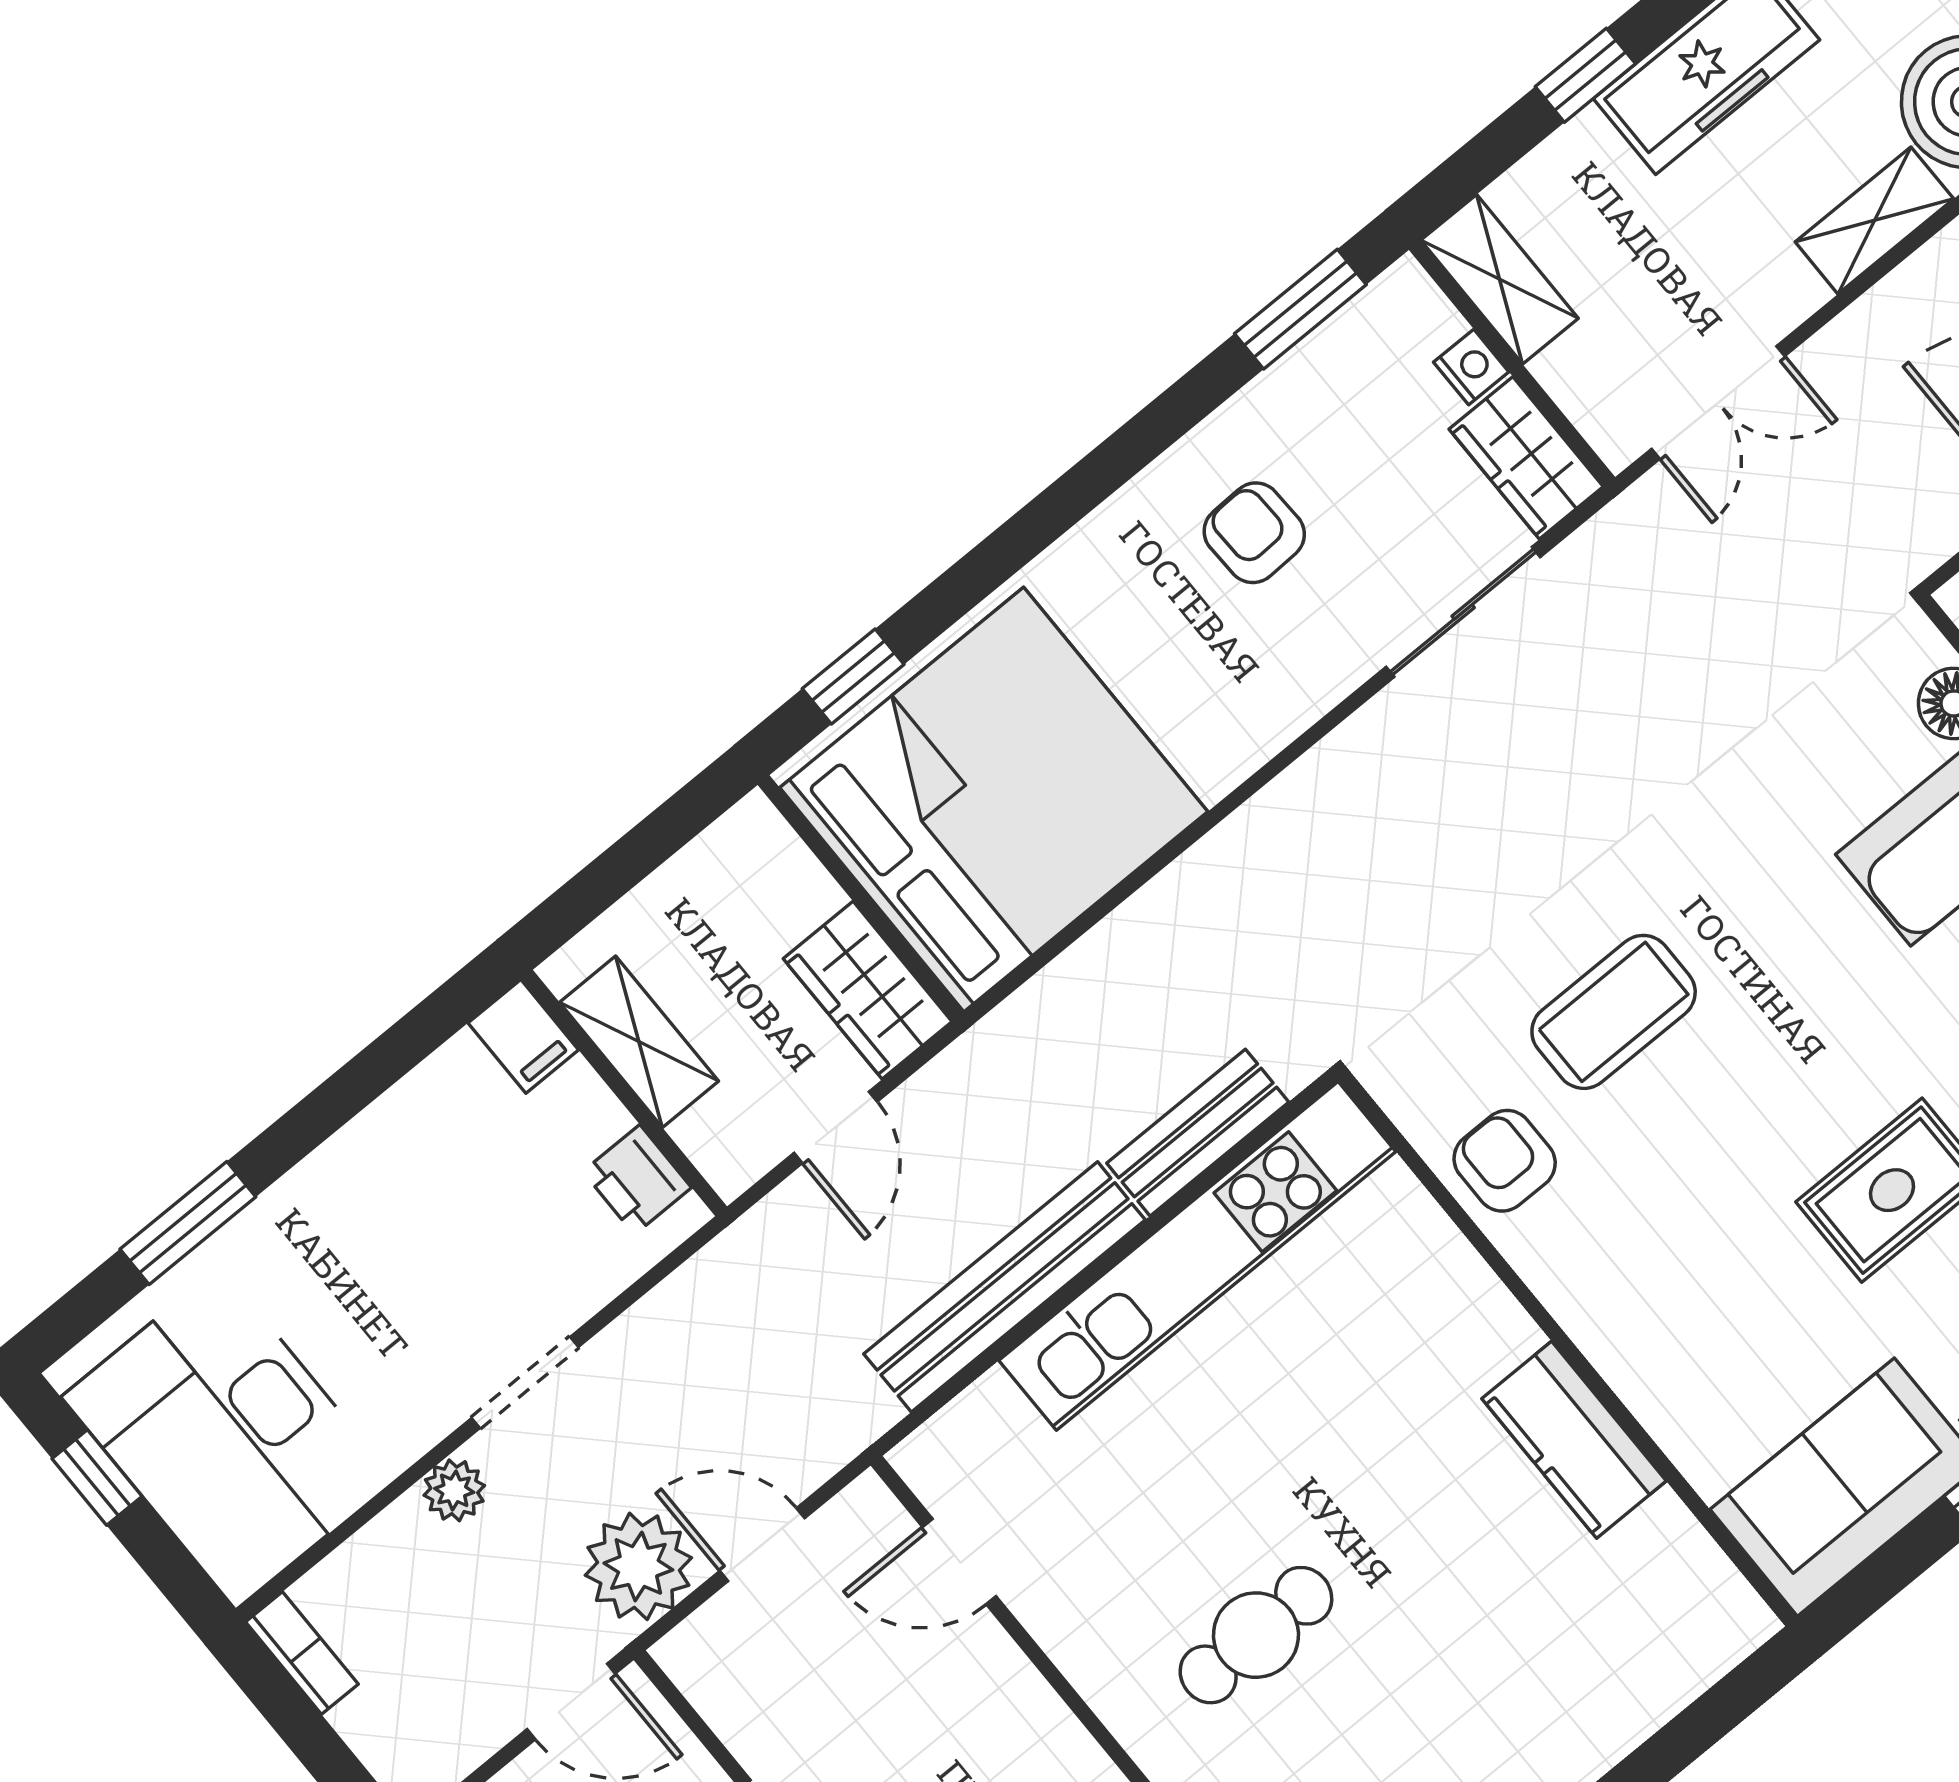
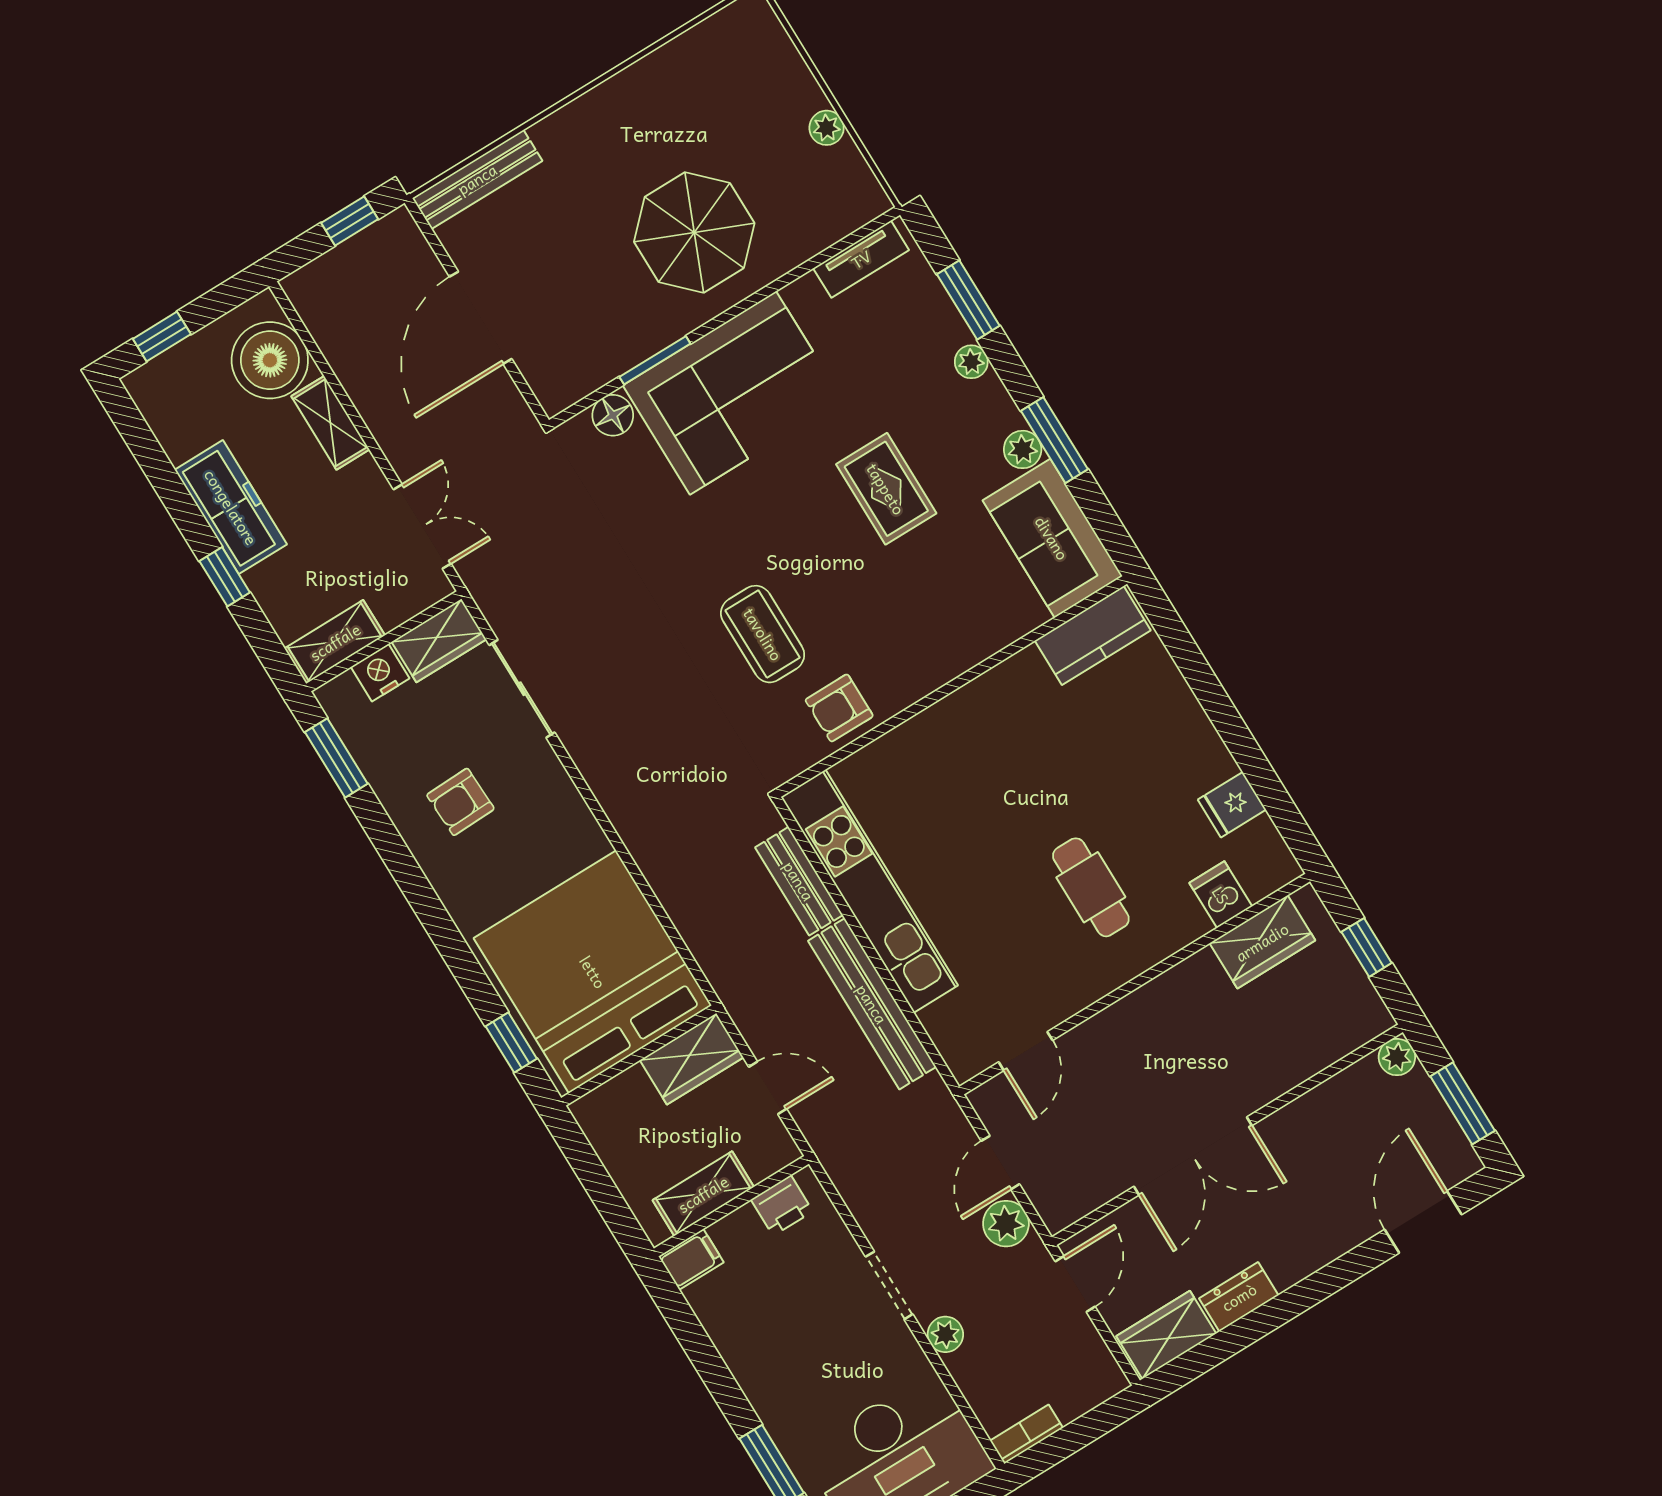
nightstand: (1471, 367) -> (380, 673), width x1.39, depth x1.35
kitchen counter: (1574, 1440) -> (1093, 636), moved
plant: (638, 1566) -> (1006, 1224), width x0.73, depth x0.73

